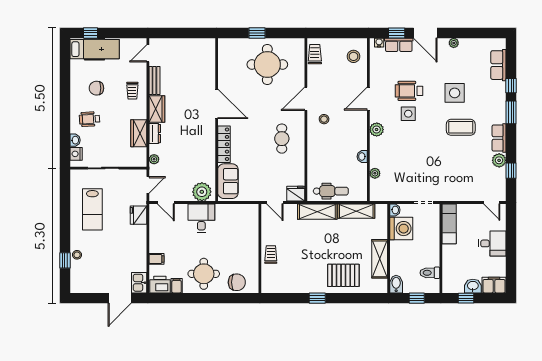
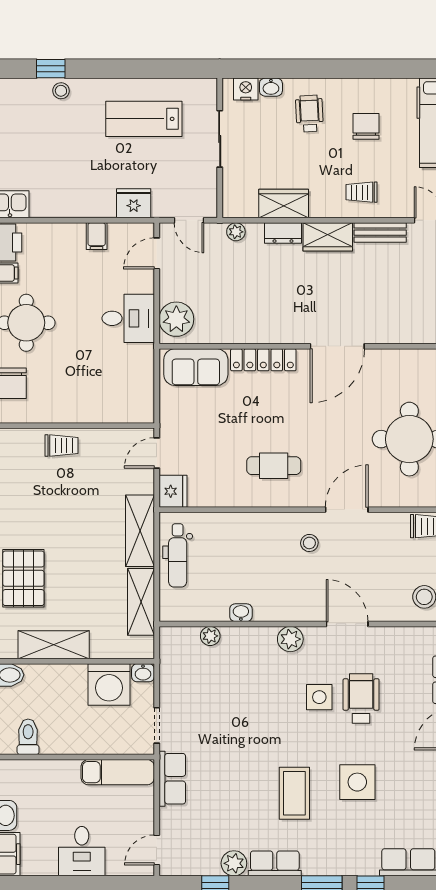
door: (306, 99) -> (347, 510), hinge flipped
row of seats: (453, 194) -> (172, 779), added
filing cabinet: (156, 259) -> (97, 236), moved

